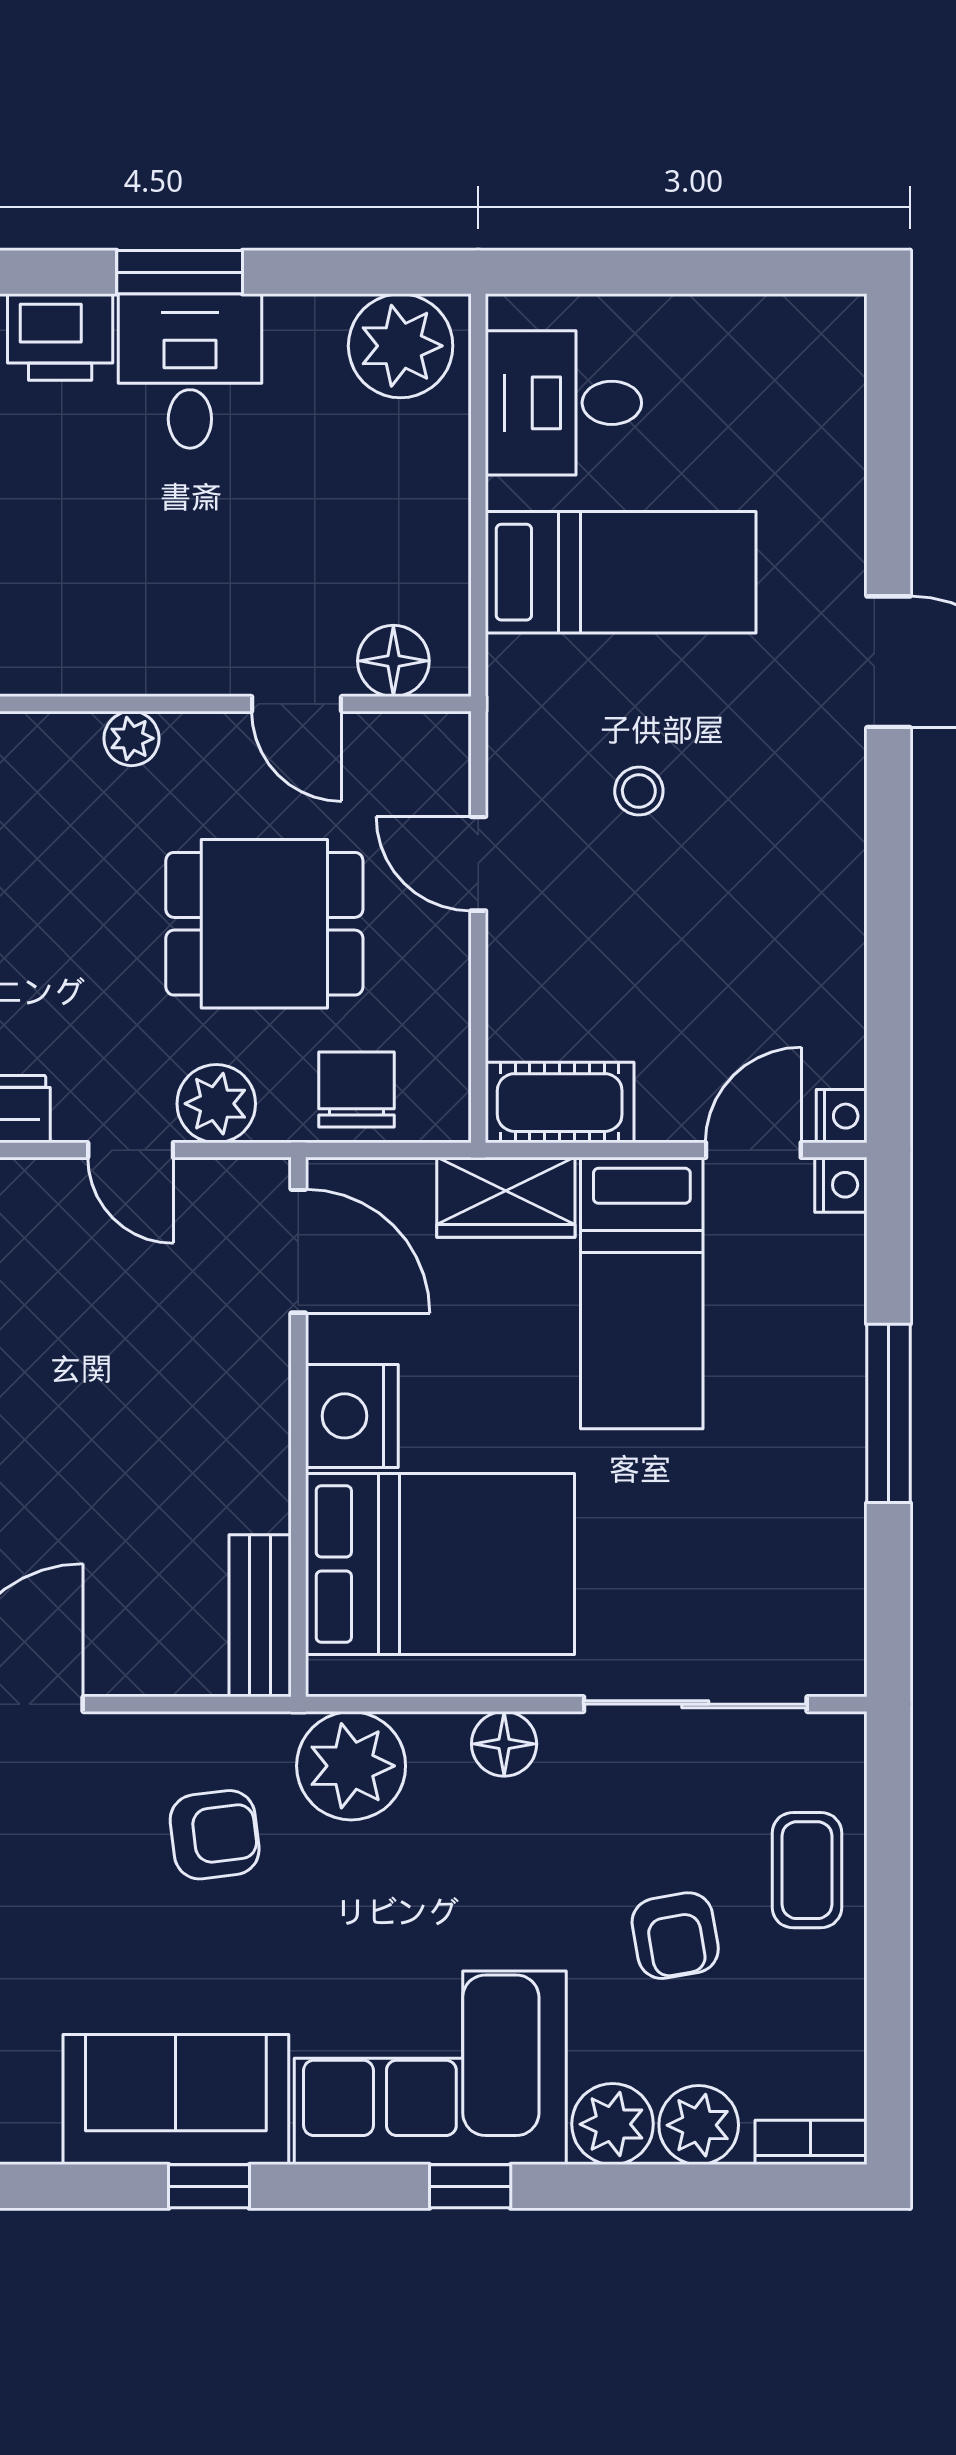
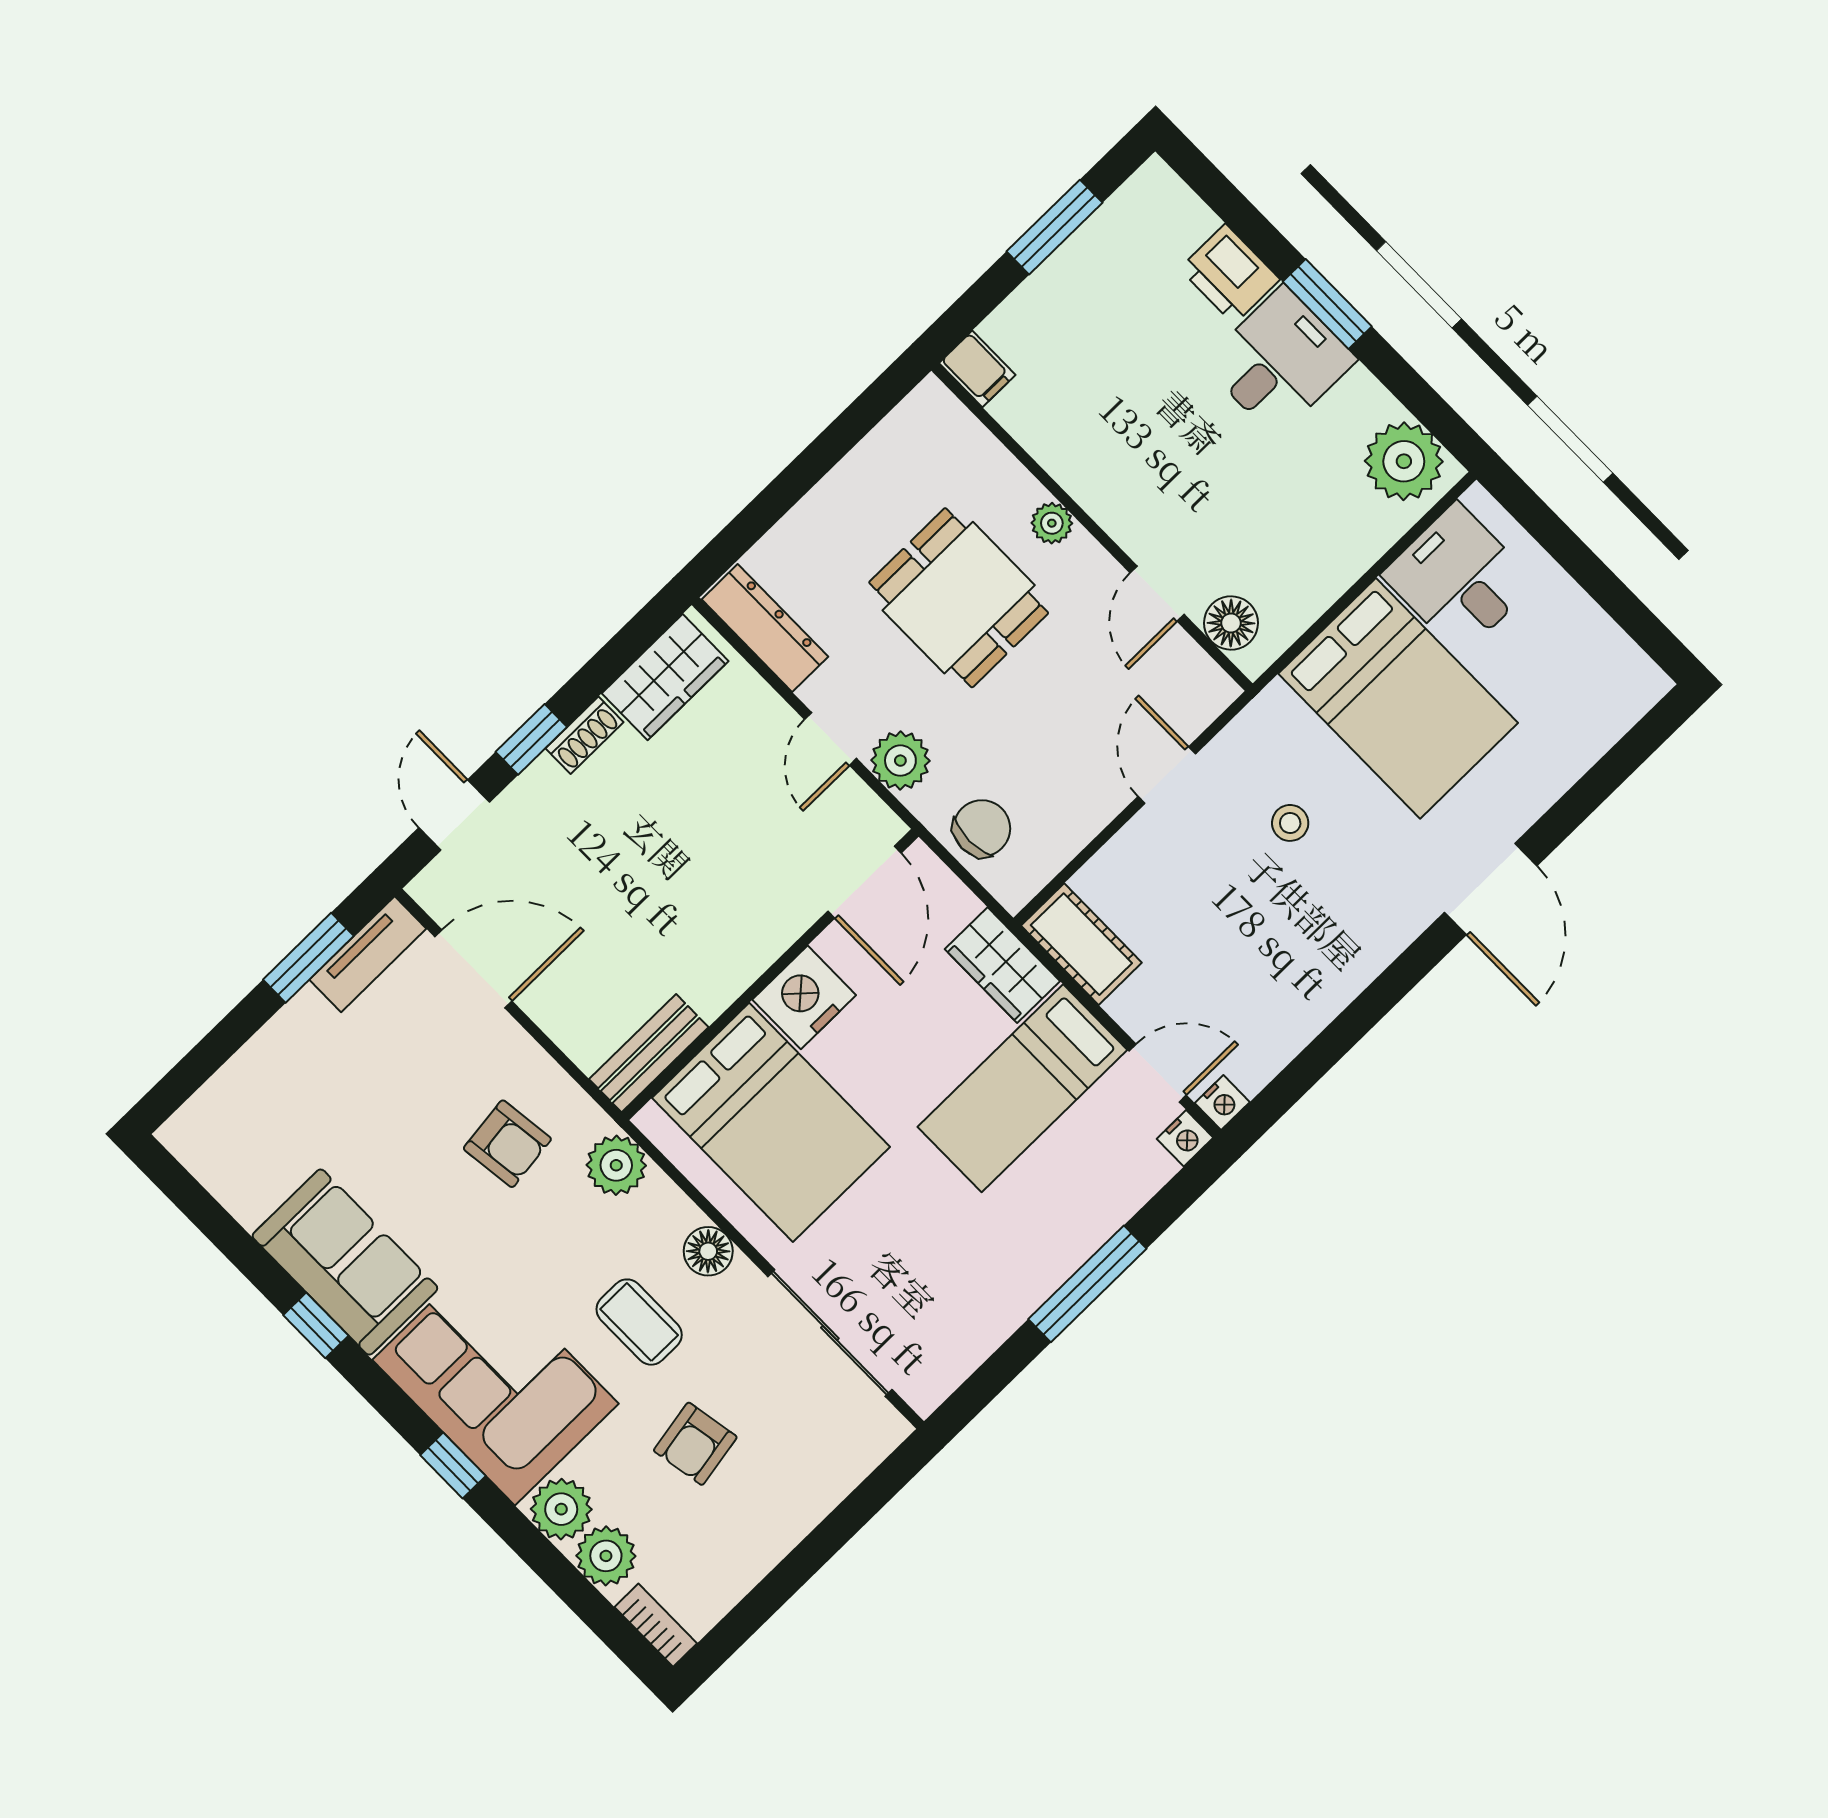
bed: (621, 572) -> (1398, 698), width x1.50
dining table: (264, 924) -> (959, 598), moved
plant: (351, 1766) -> (616, 1165), width x0.73, depth x0.73
coffee table: (807, 1870) -> (639, 1322), moved, turned 90

